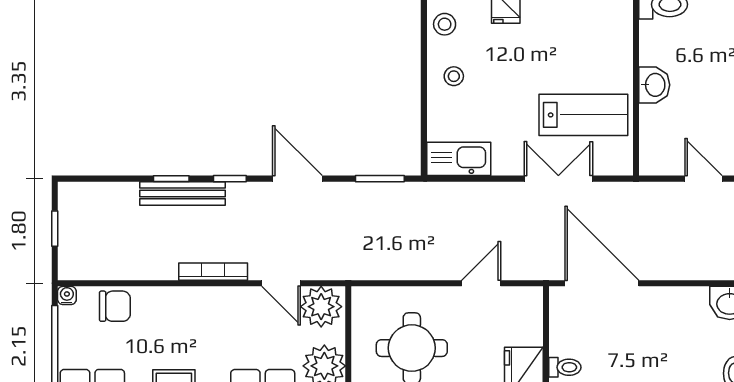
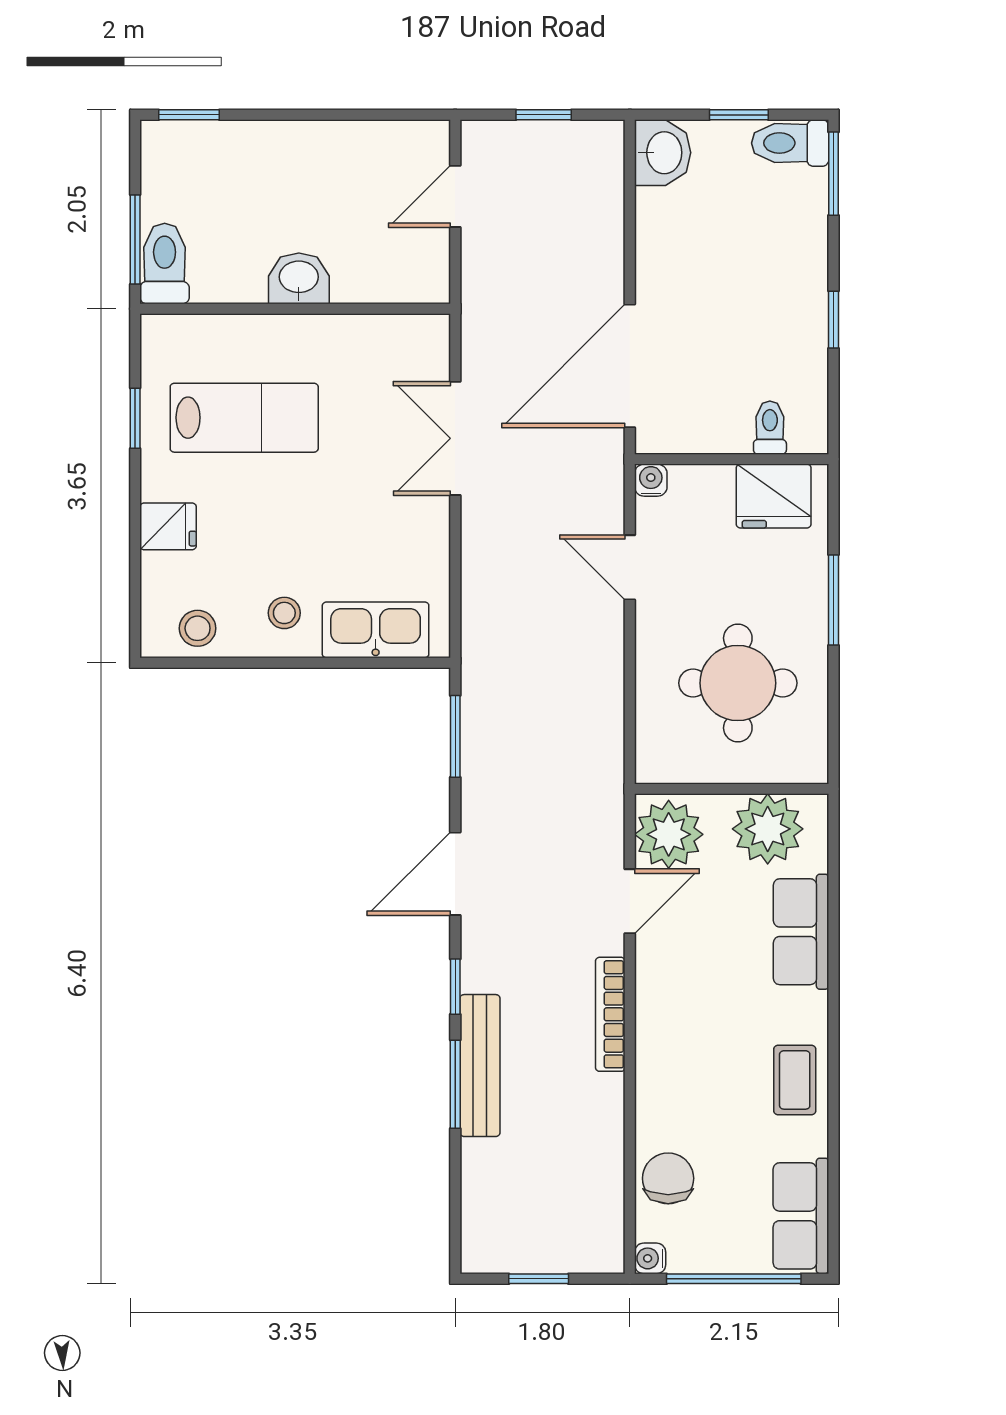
lab bench: (583, 115) -> (244, 418), moved, turned 90
kitchen sink: (459, 159) -> (376, 630), moved, turned 90
window: (171, 179) -> (455, 1084), width x1.50
water cooler: (533, 296) -> (651, 480), added

